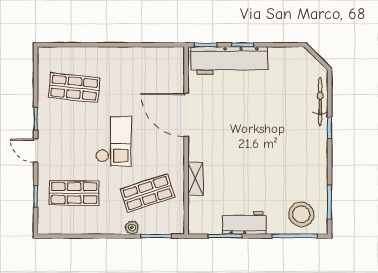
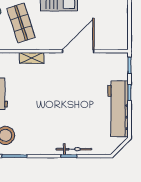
workbench: (229, 61) -> (118, 109), moved
bicycle: (320, 102) -> (74, 149), moved

